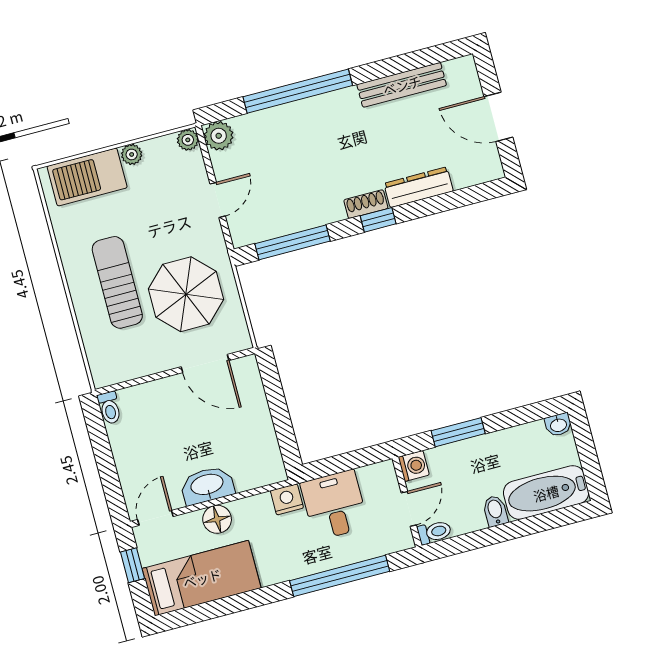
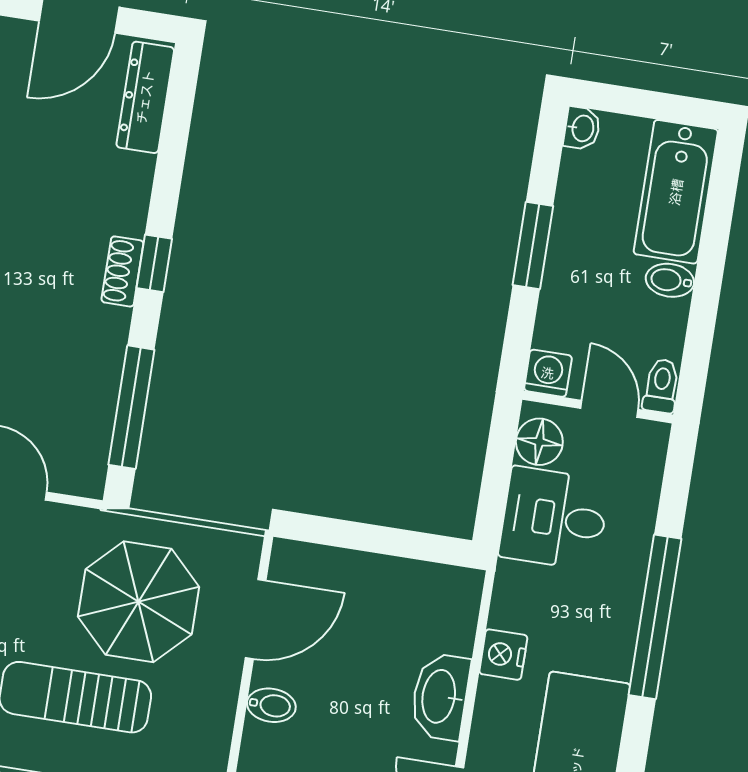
dresser: (419, 187) -> (145, 97), moved
bidet: (161, 393) -> (271, 705), added
window: (458, 432) -> (533, 246), moved
nightstand: (287, 499) -> (503, 655), moved
floor lamp: (217, 519) -> (539, 442), moved
window: (340, 576) -> (655, 617), moved

